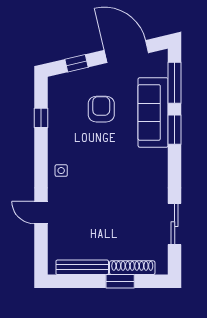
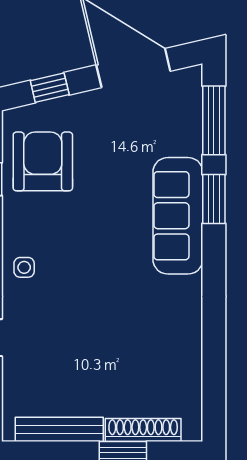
armchair: (101, 109) -> (43, 161), moved, width x1.36, depth x1.36
sofa: (153, 112) -> (178, 216), moved
sliding door: (175, 224) -> (214, 357), removed

